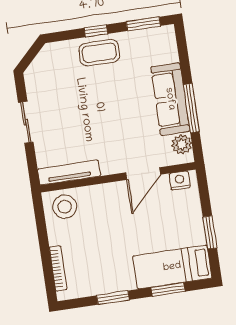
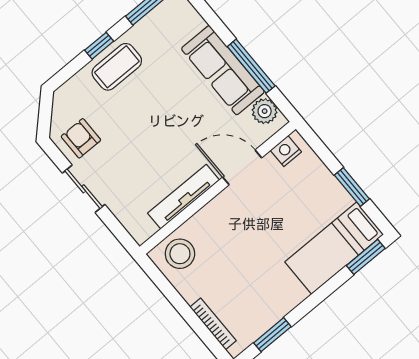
armchair: (45, 87) -> (81, 138), added
tv unit: (69, 172) -> (184, 197), moved
door: (143, 174) -> (242, 167), swing flipped
window: (168, 289) -> (366, 257), moved
window: (113, 298) -> (272, 335), moved

